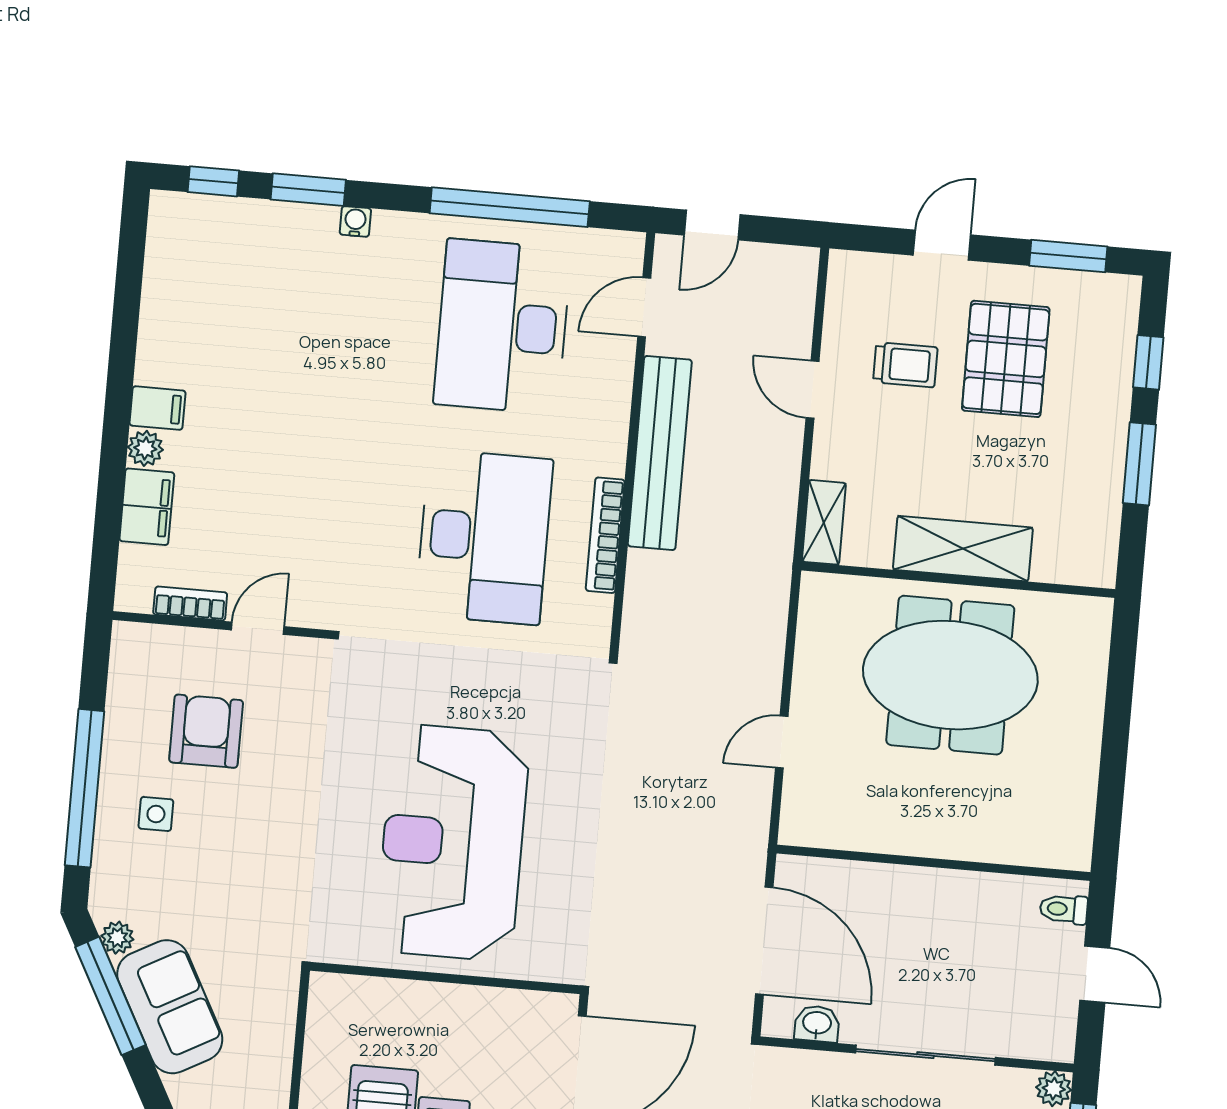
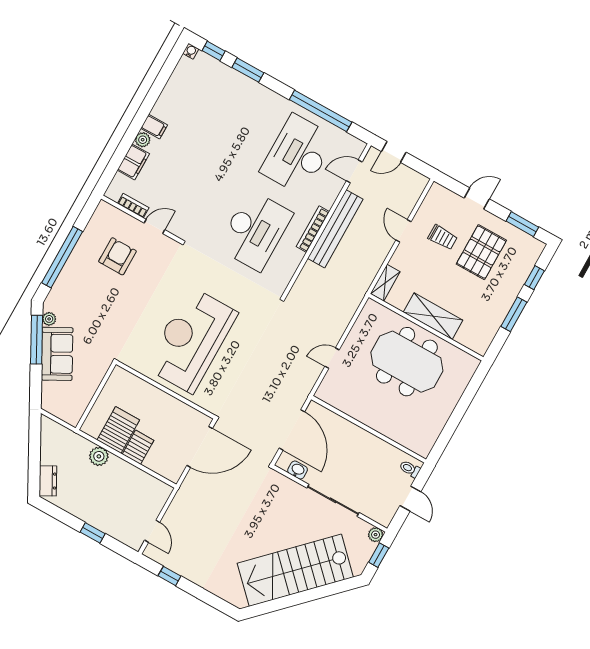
water cooler: (355, 221) -> (191, 51), moved
bookcase: (605, 535) -> (313, 229), moved
side table: (156, 814) -> (85, 279), removed

